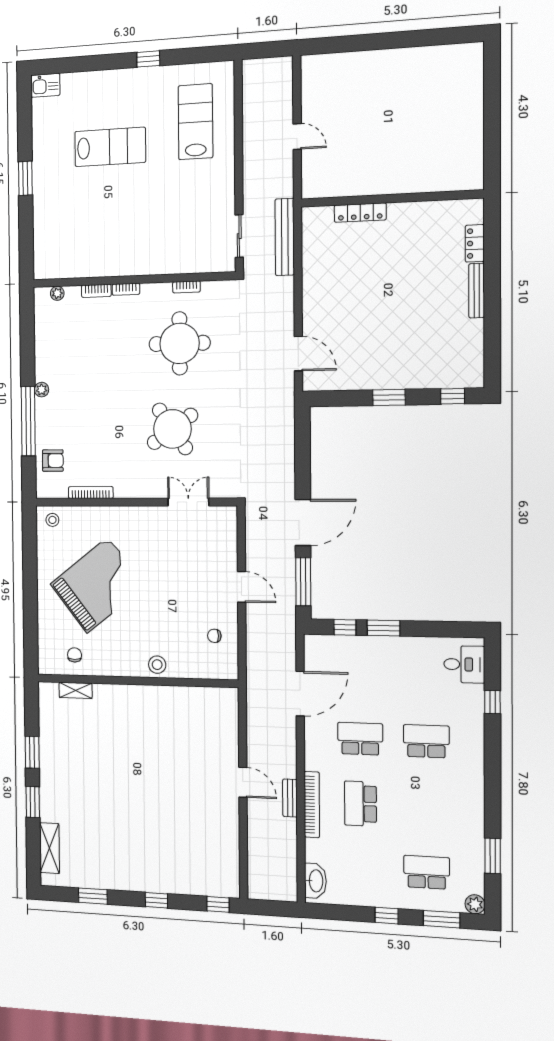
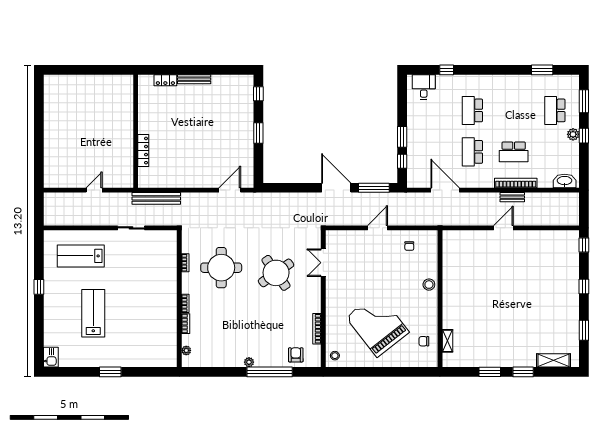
sliding door: (239, 236) -> (131, 228), moved
plant: (475, 904) -> (573, 134), moved

